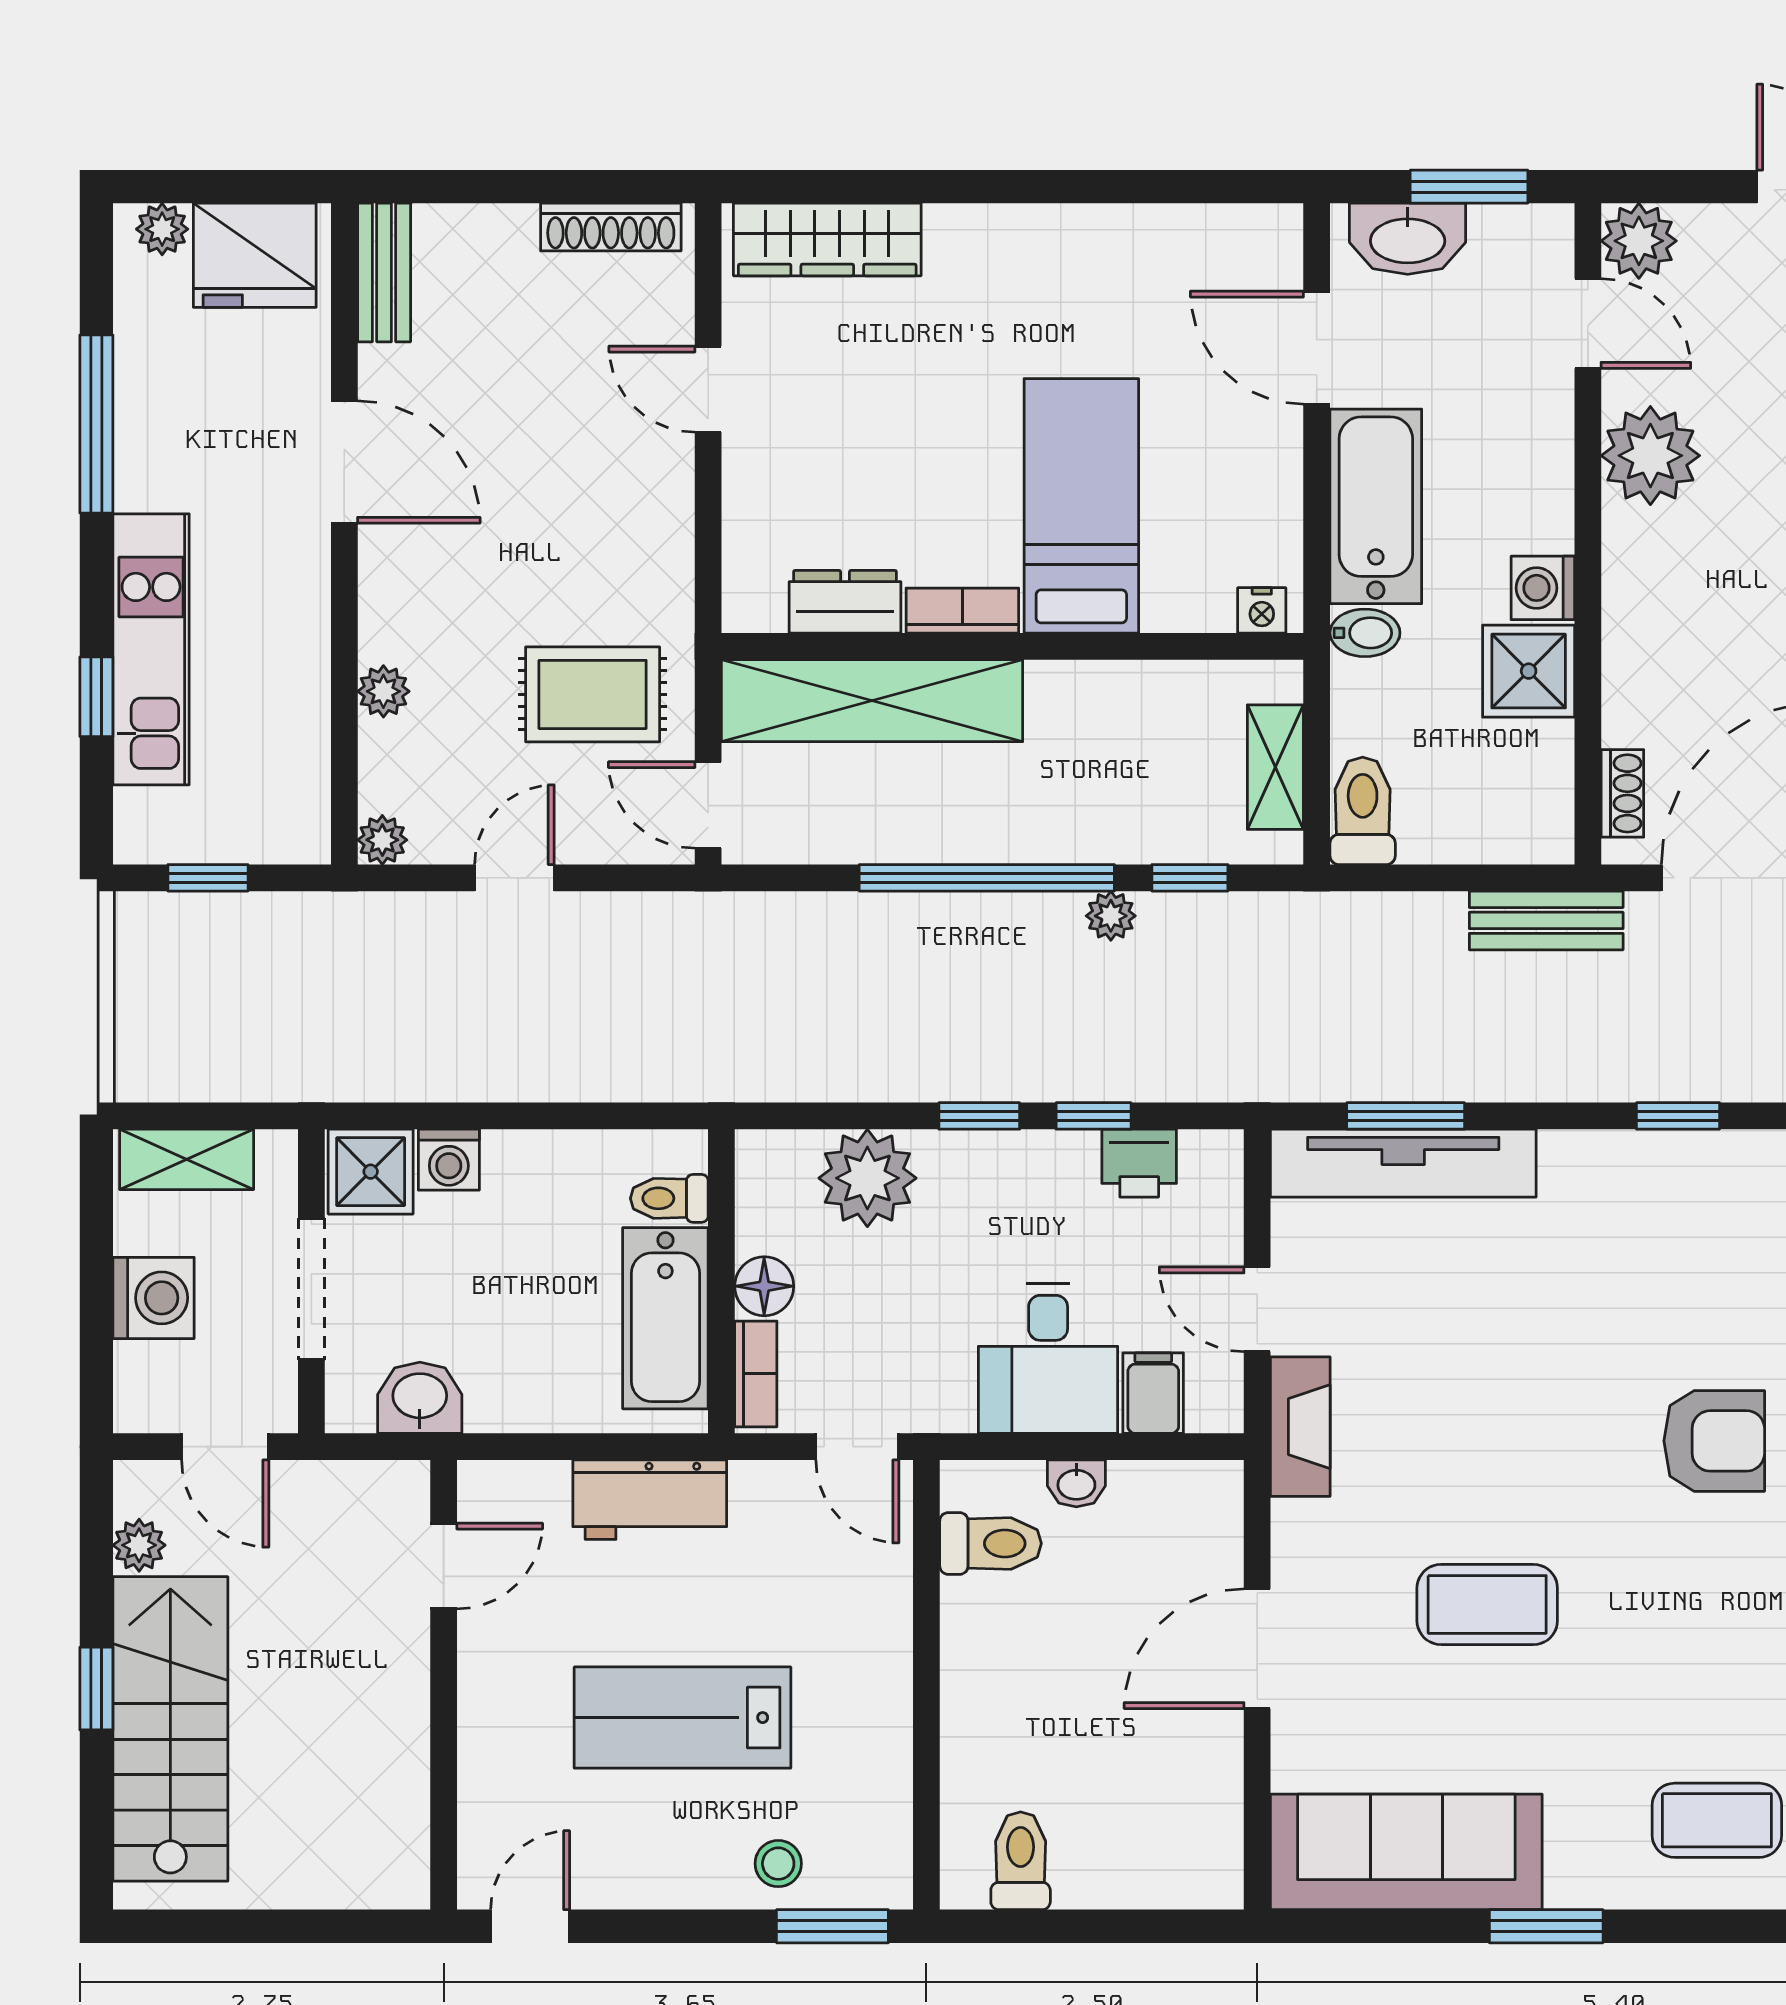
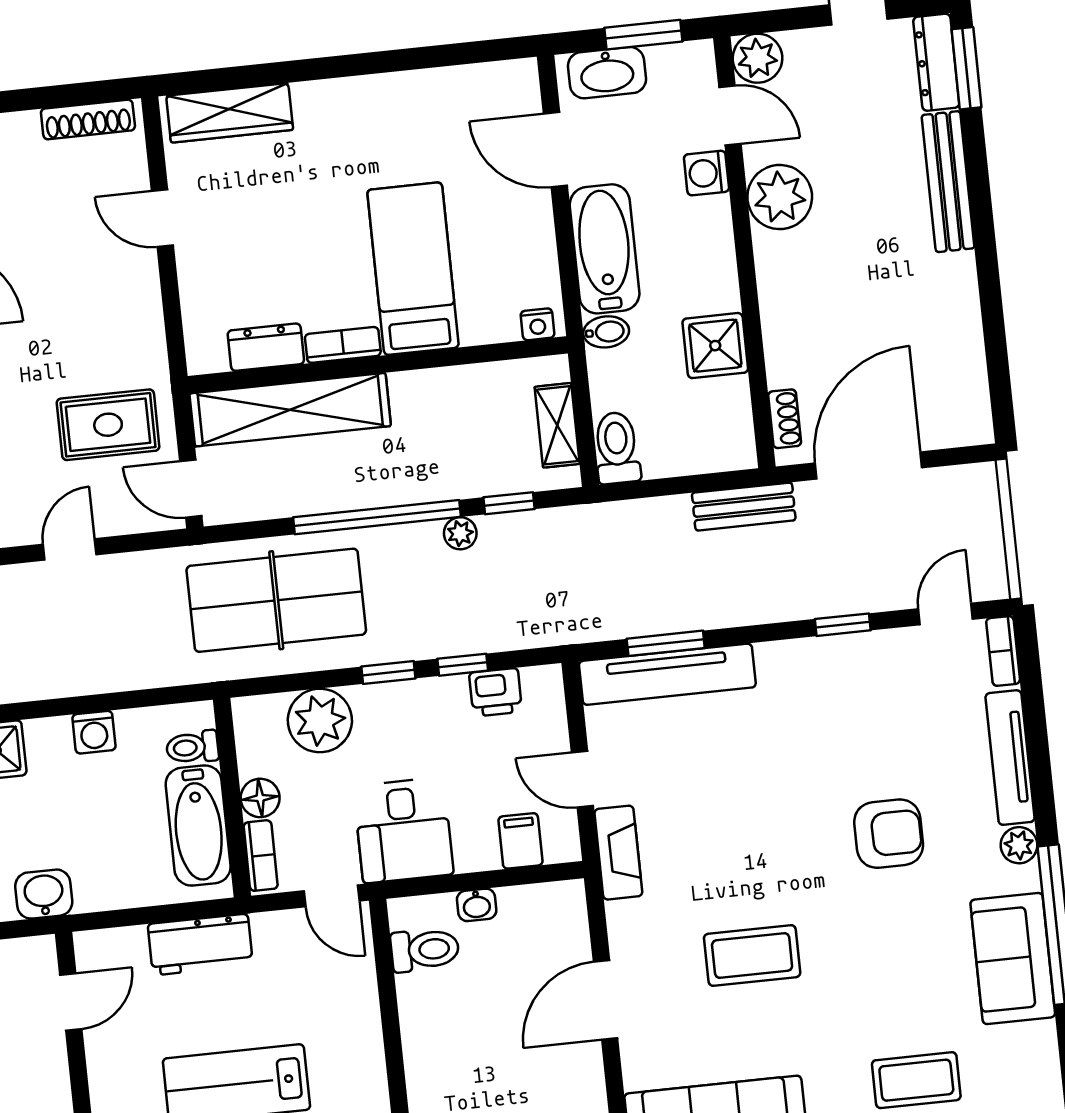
washing machine: (1543, 588) -> (706, 173), moved
table tennis table: (820, 988) -> (276, 600), added
washing machine: (449, 1160) -> (94, 732), moved
desk: (1048, 1358) -> (404, 830), moved

